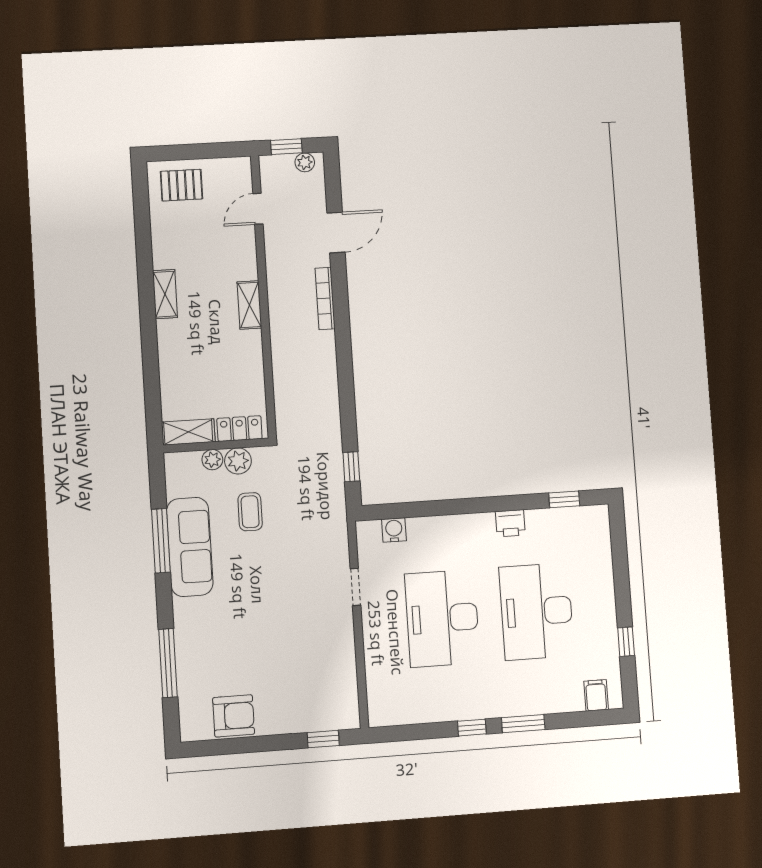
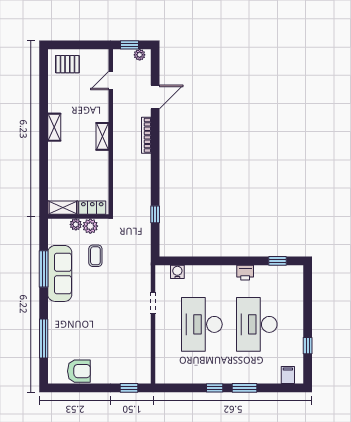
window: (351, 467) -> (155, 214), moved

